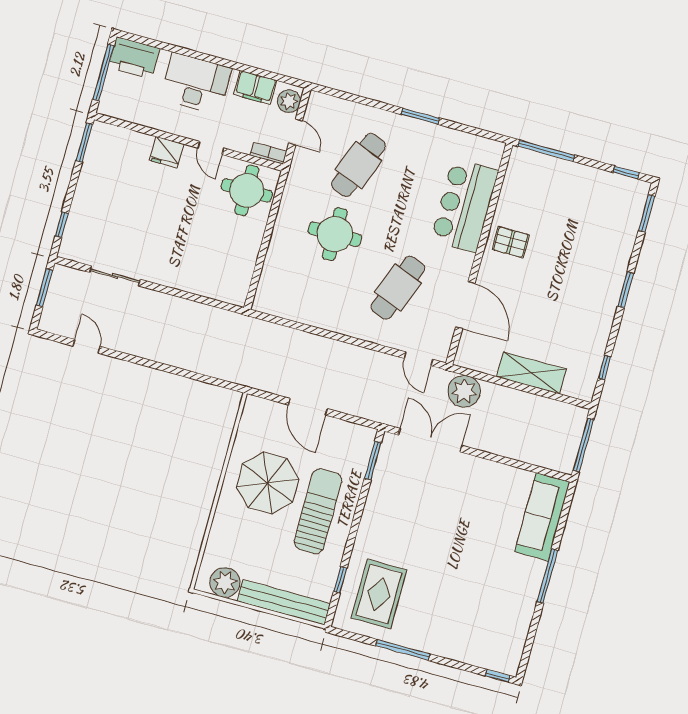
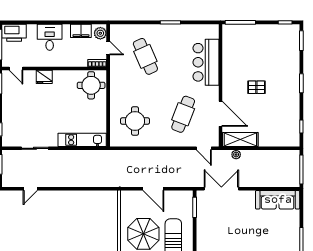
desk: (196, 83) -> (50, 37), width x0.73
door: (211, 148) -> (16, 68), moved
cafe table: (359, 165) -> (145, 56), turned -45
round table: (335, 234) -> (135, 121), moved
pallet: (511, 242) -> (256, 87), moved
kitchen unit: (204, 284) -> (82, 140), added
door: (86, 346) -> (30, 189), swing flipped
shelving: (531, 373) -> (240, 140), moved
plant: (464, 391) -> (236, 155), width x0.53, depth x0.53
sofa: (542, 517) -> (278, 200), moved, turned -90

